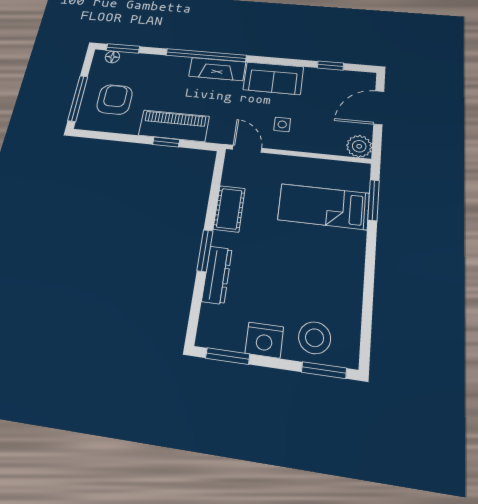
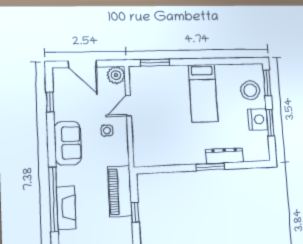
fireplace: (217, 69) -> (66, 208), moved
piano: (174, 126) -> (120, 191), moved
door: (247, 149) -> (128, 106), moved
bed: (324, 207) -> (203, 93), moved
cot: (229, 209) -> (178, 156), removed
window: (228, 356) -> (270, 123), moved

